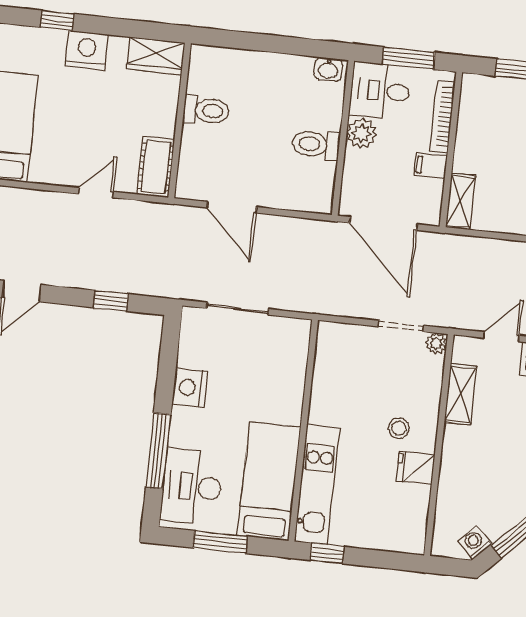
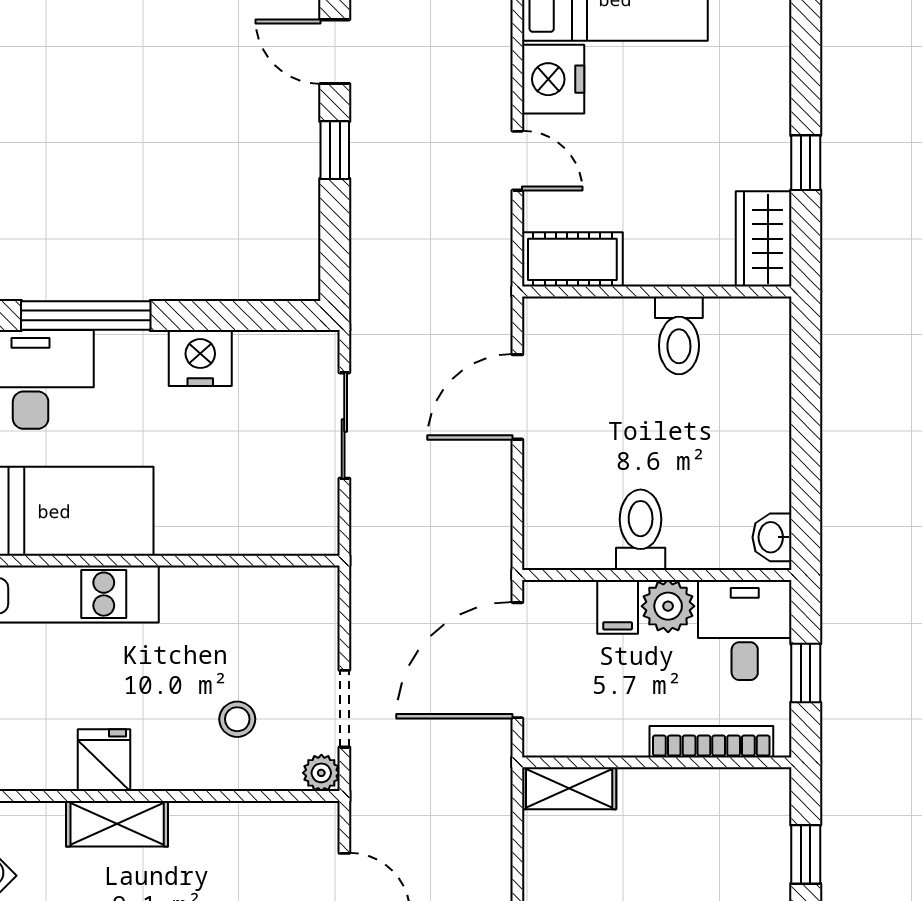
window: (57, 21) -> (806, 163), moved
nightstand: (87, 50) -> (553, 79), moved, turned 180
window: (409, 58) -> (806, 673), width x0.67
filing cabinet: (431, 166) -> (618, 607), moved, turned 180
window: (111, 301) -> (335, 150), moved
shelving: (460, 394) -> (117, 824), moved
stool: (399, 428) -> (237, 719), moved

